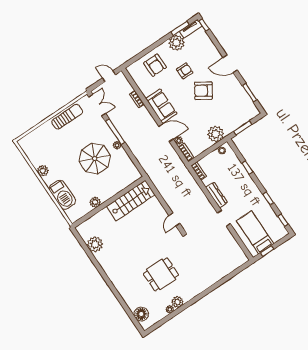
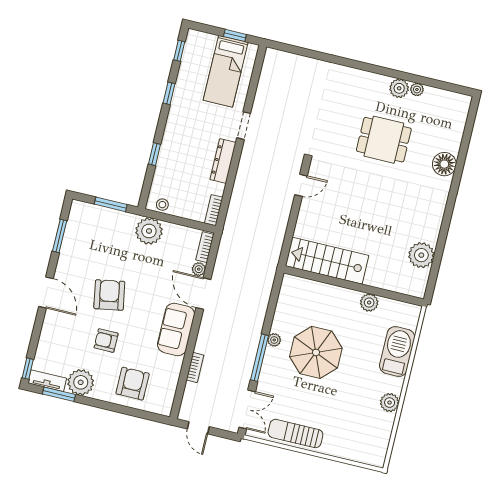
armchair: (203, 91) -> (109, 295), turned -133
double door: (97, 105) -> (247, 409), swing flipped
floor lamp: (141, 314) -> (444, 164), moved

